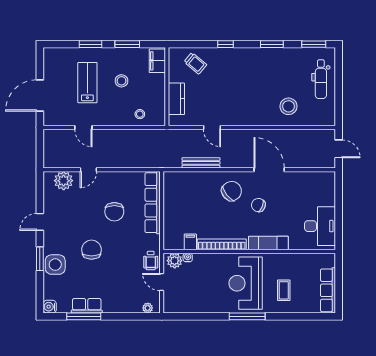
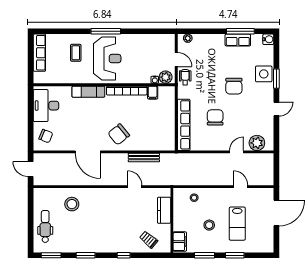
chair: (258, 205) -> (46, 136), moved

